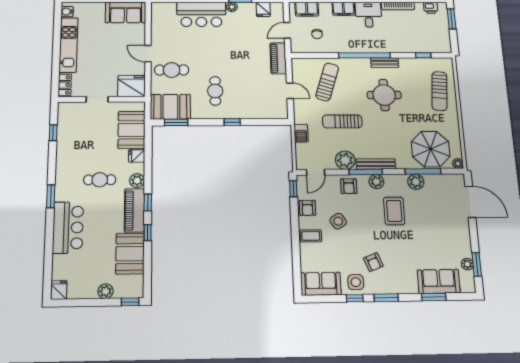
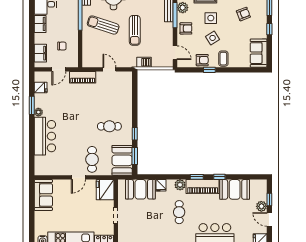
door: (287, 30) -> (59, 69), hinge flipped
sun lounger: (327, 82) -> (103, 25), moved
door: (290, 91) -> (109, 69), hinge flipped
window: (232, 122) -> (135, 134), moved
plant: (345, 160) -> (166, 30), removed
window: (293, 189) -> (209, 70), moved
side table: (356, 282) -> (211, 18), moved
window: (130, 302) -> (269, 200), moved
door: (86, 303) -> (269, 219), added

